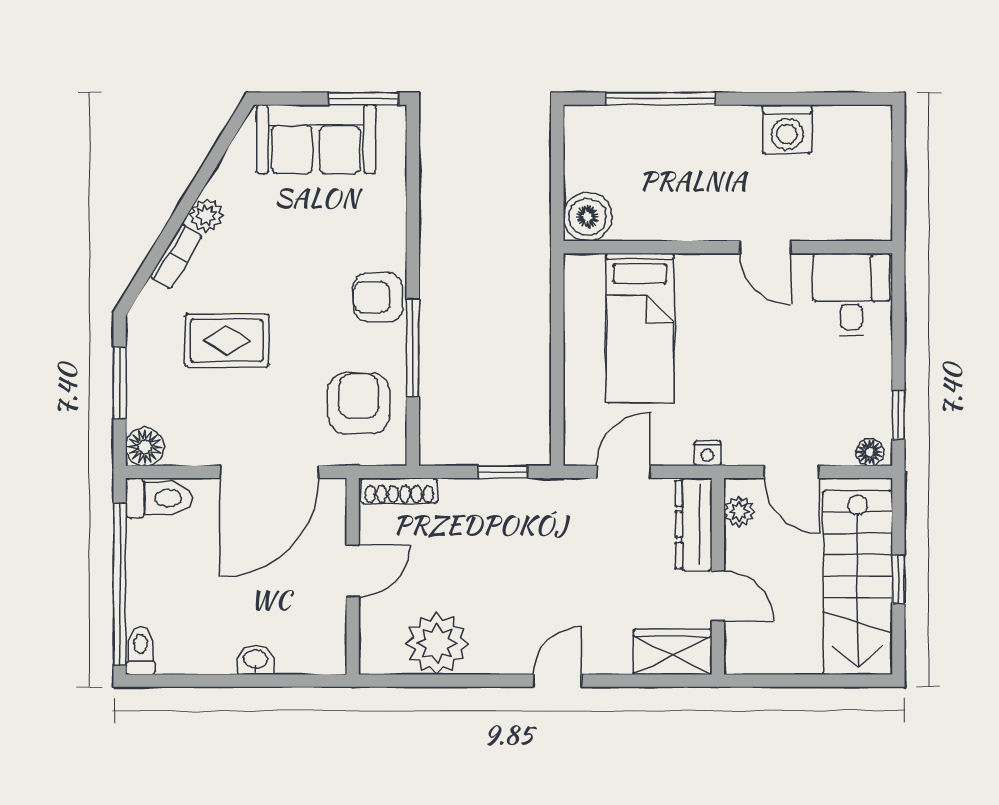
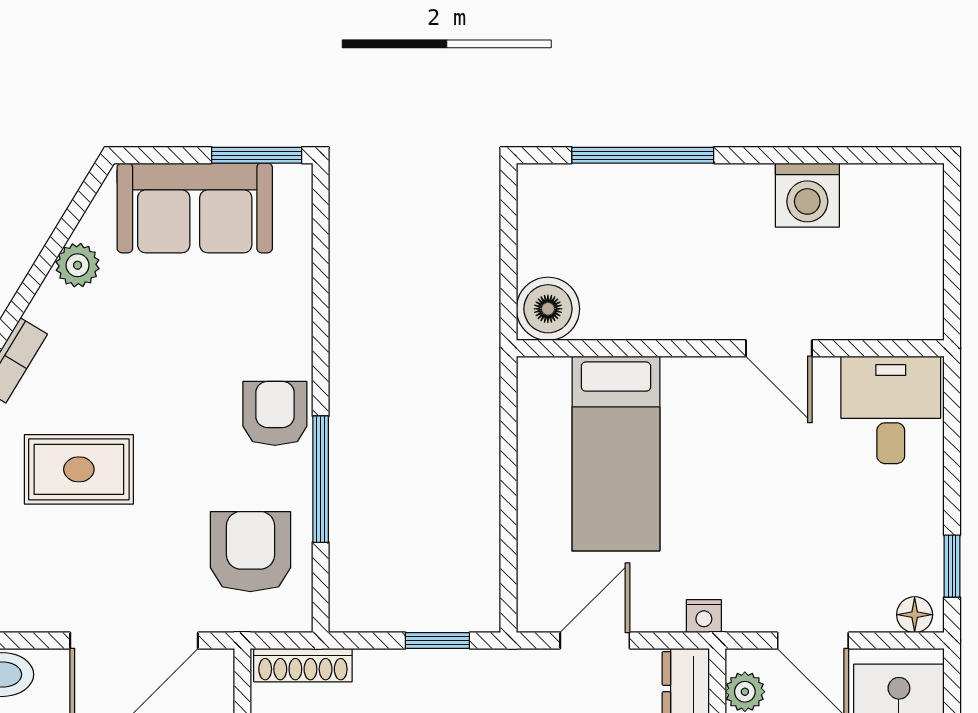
plant: (206, 215) -> (78, 265), moved
armchair: (378, 297) -> (275, 413), turned 90

